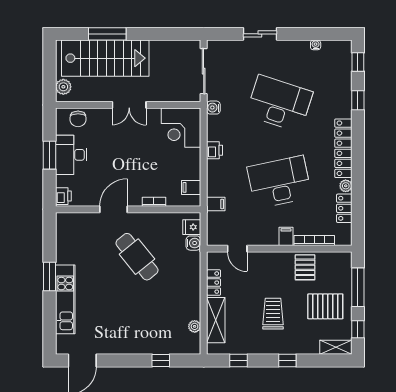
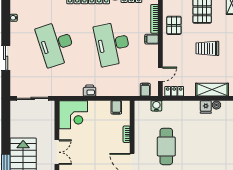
desk: (279, 103) -> (56, 44), turned -36
water cooler: (213, 108) -> (59, 91), removed
filing cabinet: (216, 204) -> (145, 90), moved
fridge: (192, 227) -> (206, 107), moved
cafe table: (137, 257) -> (166, 146), turned -51
pallet: (305, 267) -> (174, 25), turned 90
locker: (214, 283) -> (174, 91), moved

